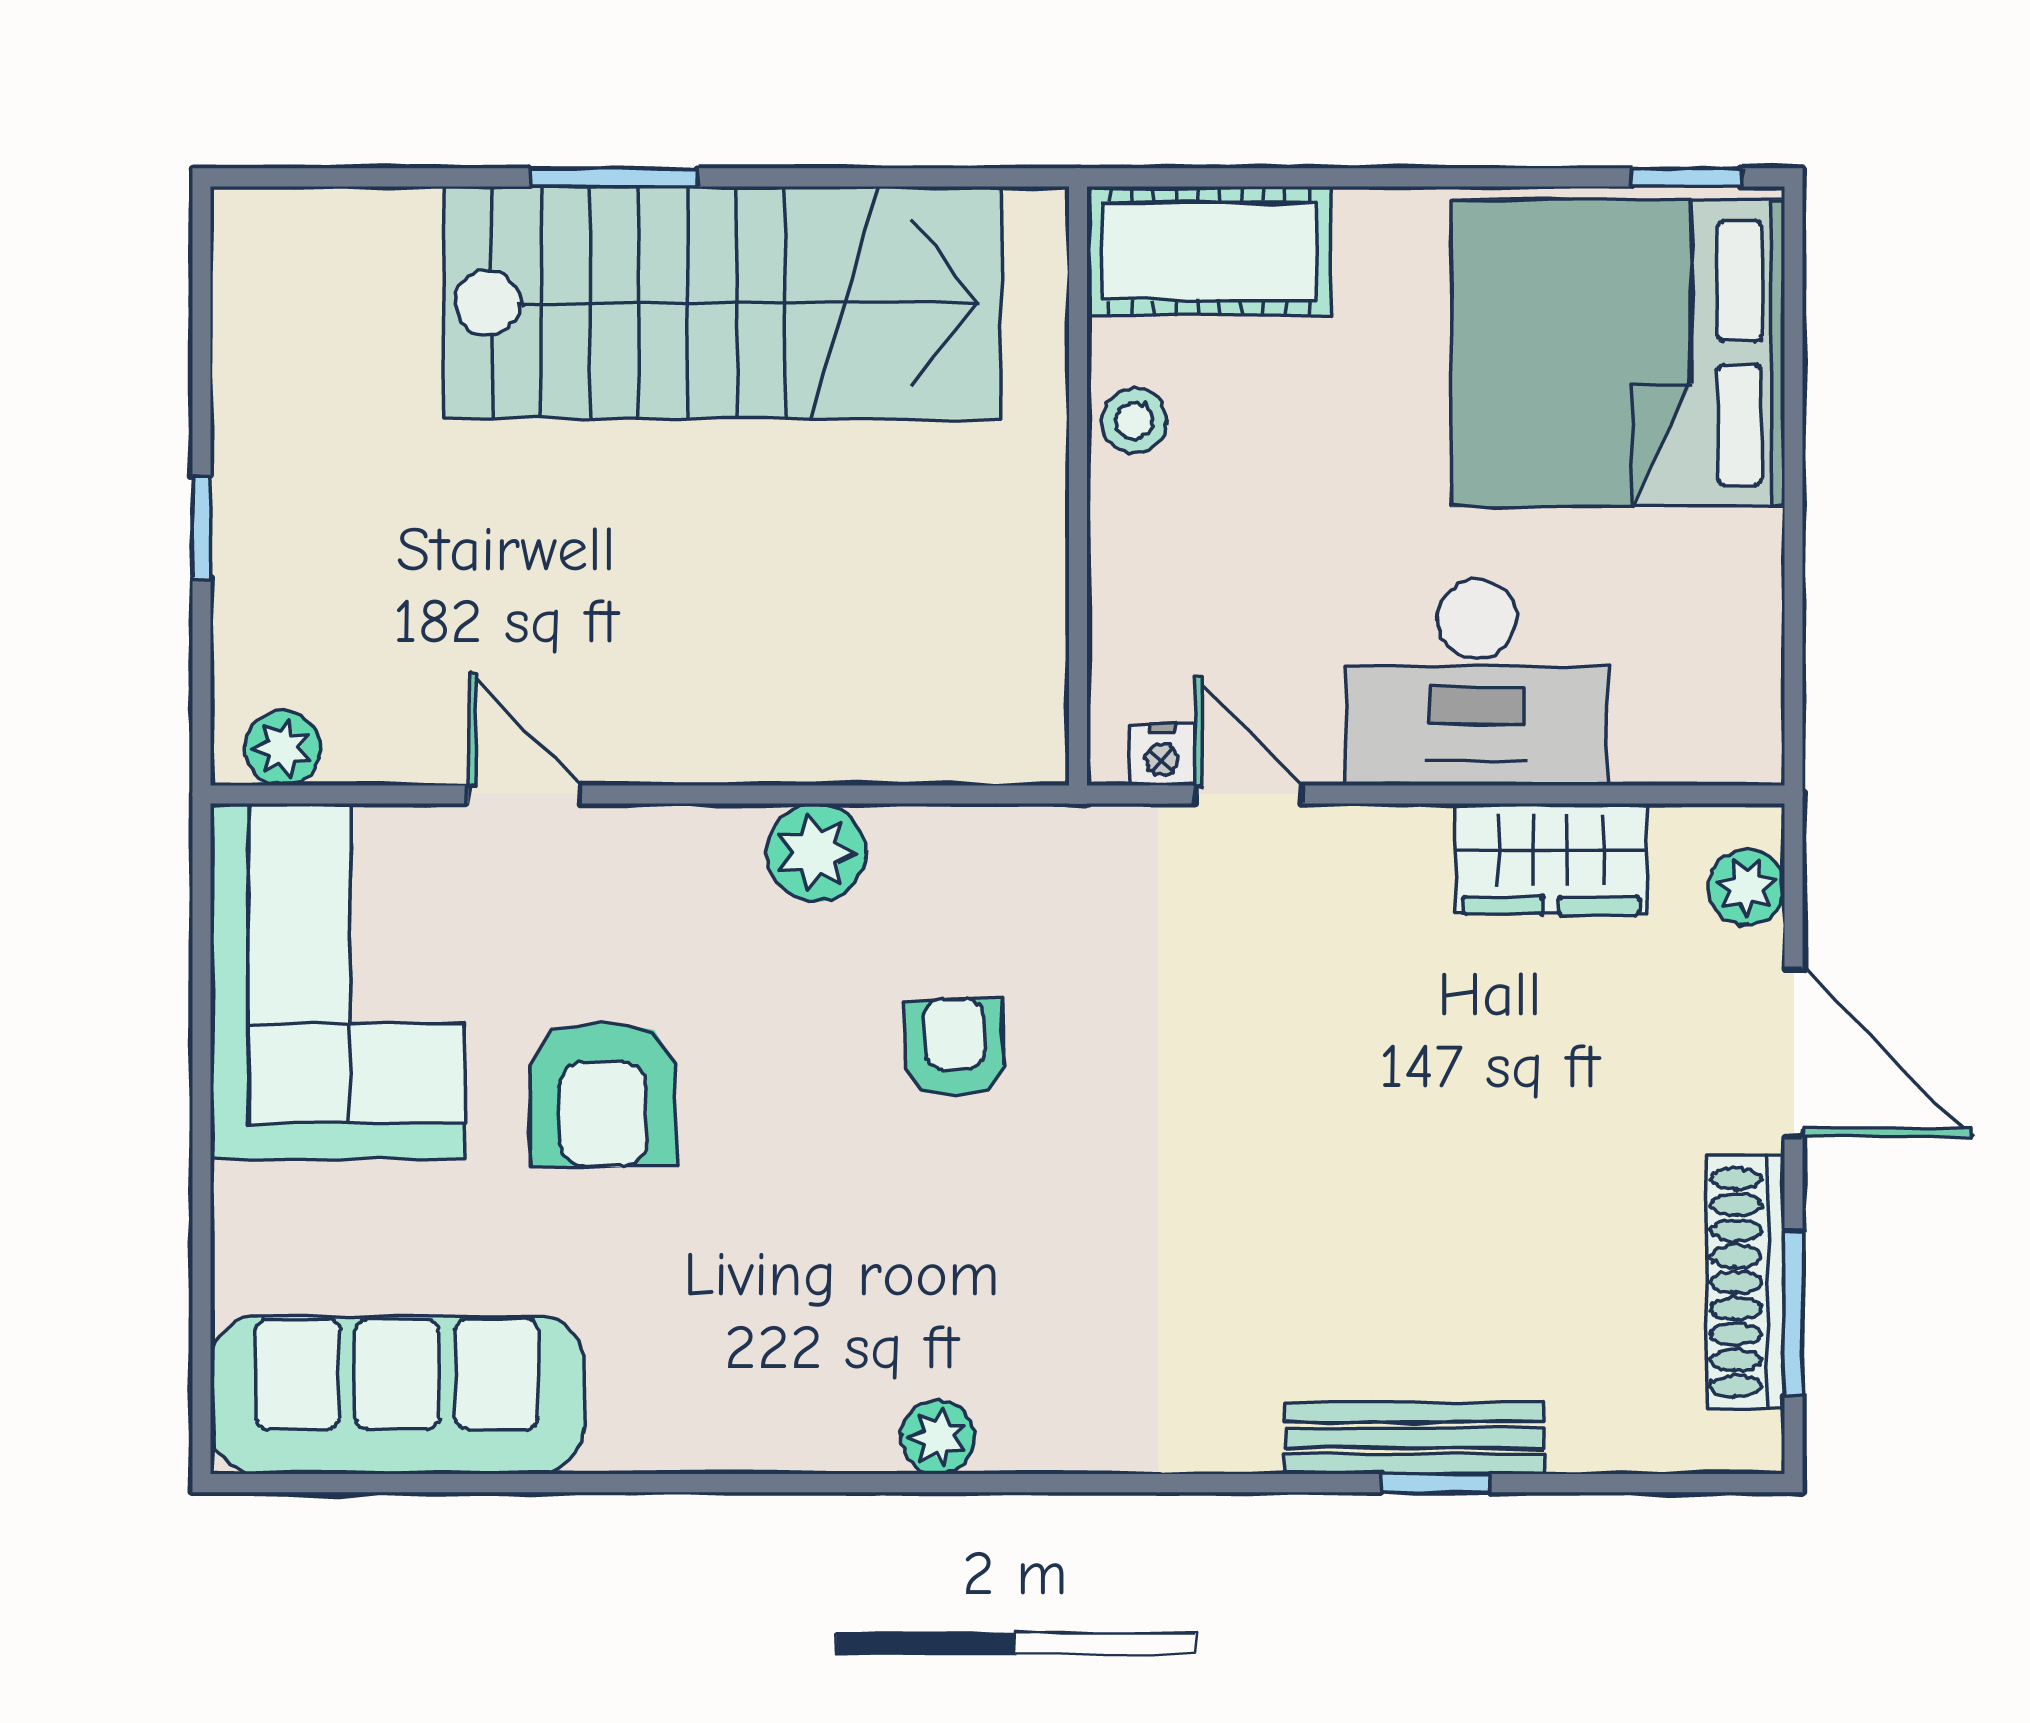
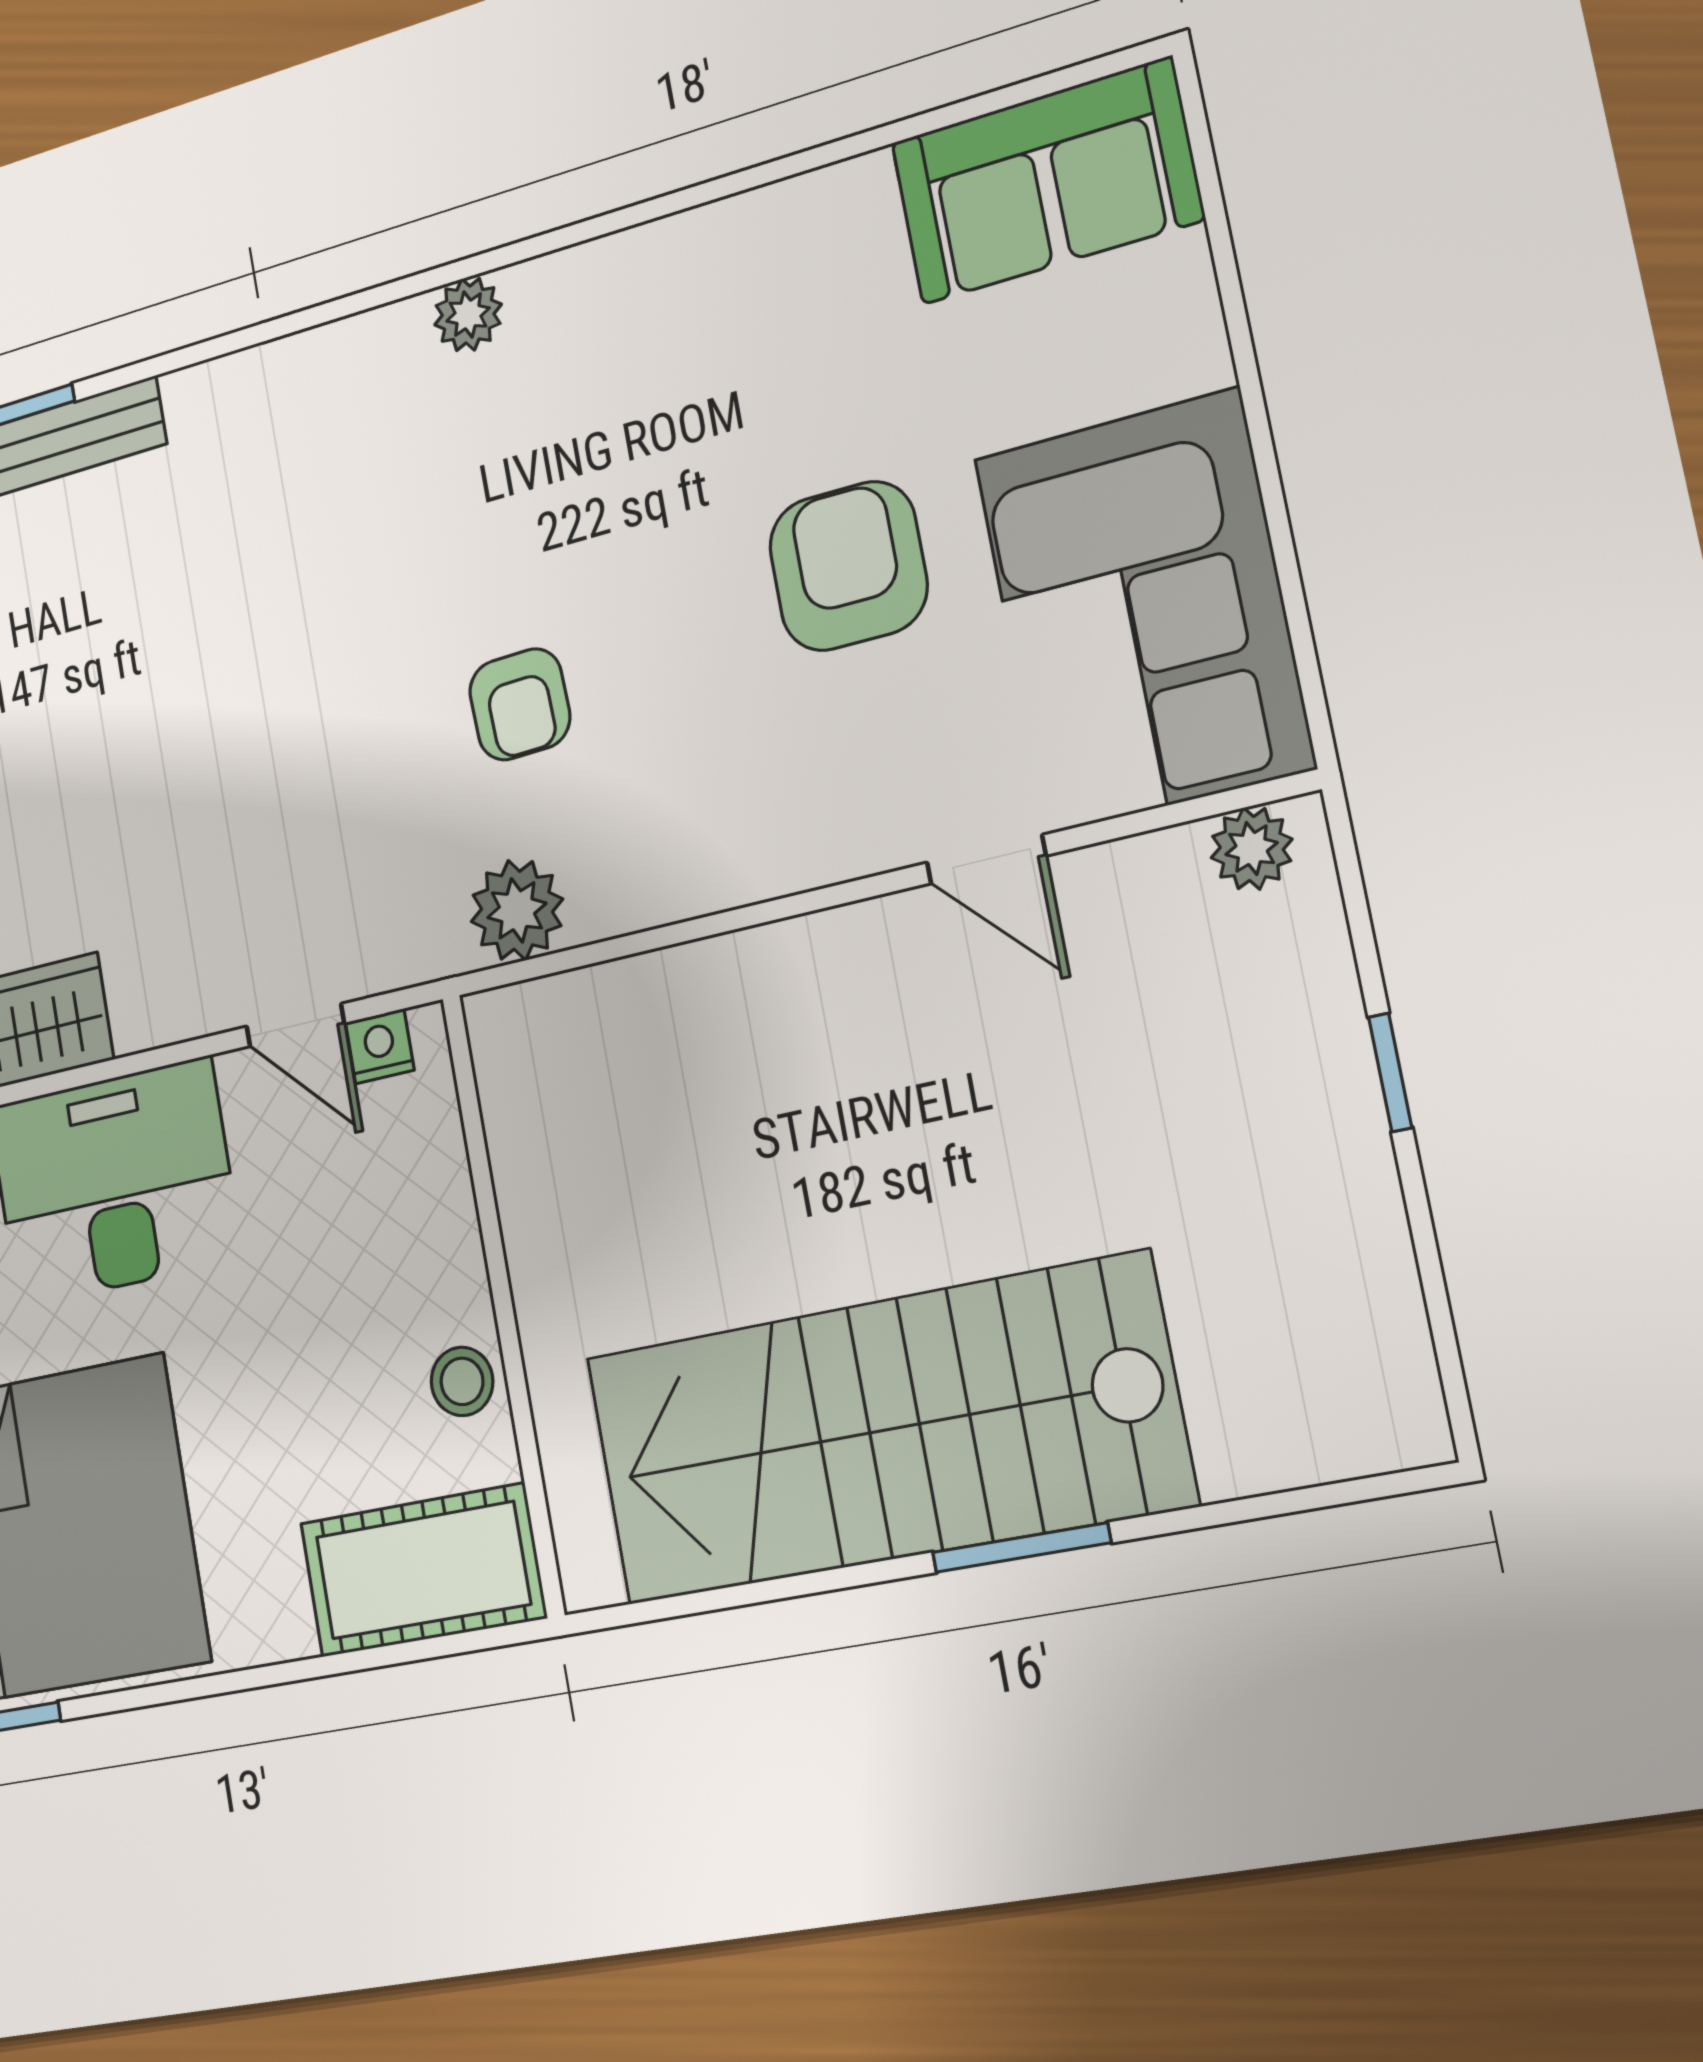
plant: (816, 853) -> (517, 910), moved
sofa: (397, 1395) -> (1046, 181), width x0.73

